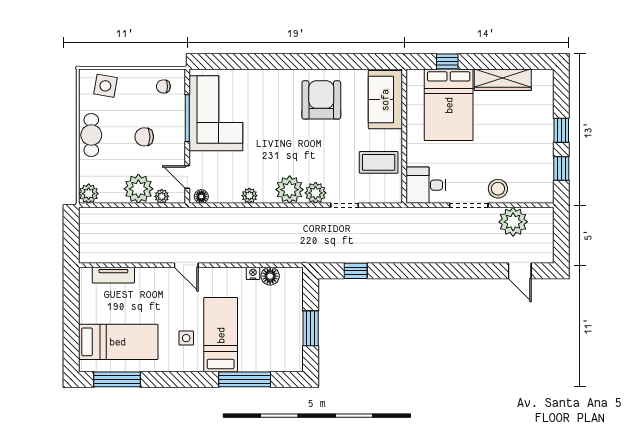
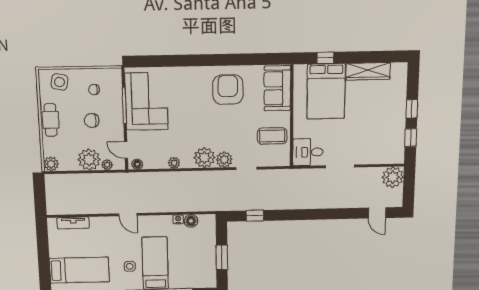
chair: (163, 86) -> (94, 90), moved
stool: (498, 189) -> (362, 154), removed
plant: (513, 222) -> (393, 177), moved

